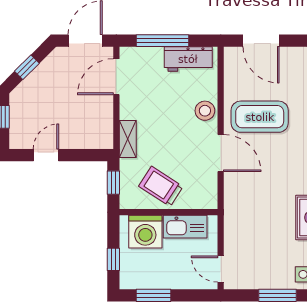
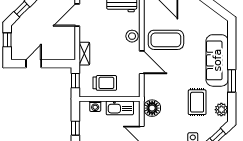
trolley: (161, 186) -> (105, 83), turned 147
floor lamp: (237, 227) -> (152, 108), added
washing machine: (145, 232) -> (95, 106), width x0.53, depth x0.53

